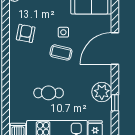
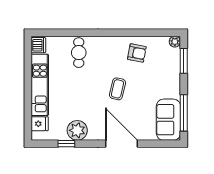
side table: (63, 32) -> (138, 91), removed
cafe table: (49, 93) -> (79, 53), moved

